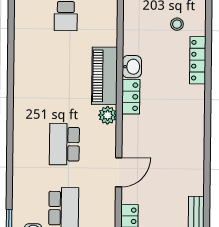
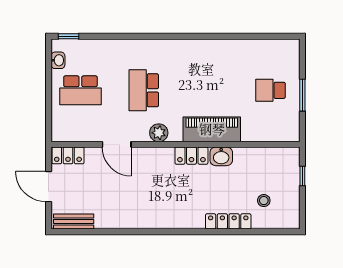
plant: (108, 115) -> (159, 133), moved
school desk: (64, 144) -> (144, 90), turned -90

